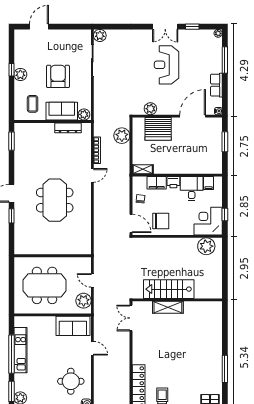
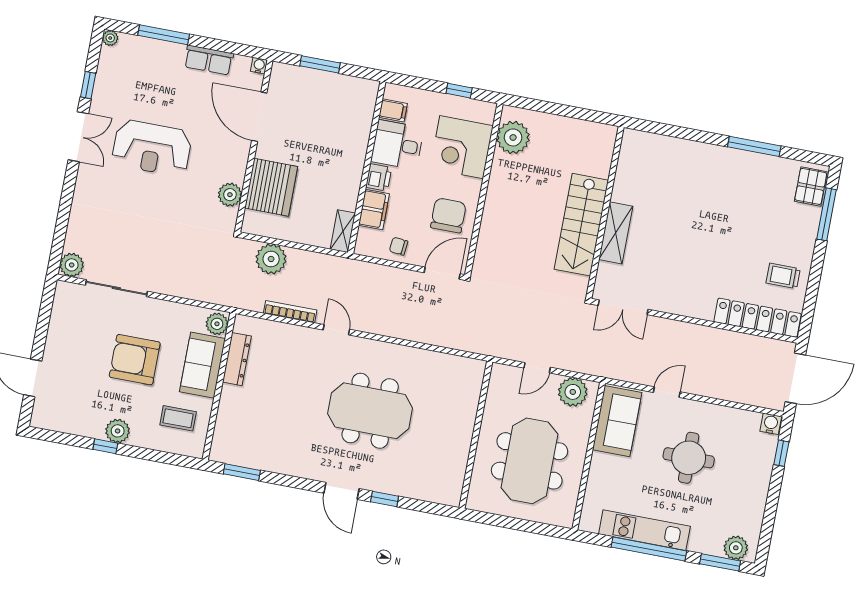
corner desk: (208, 221) -> (462, 147), moved
round table: (71, 381) -> (689, 458), moved

